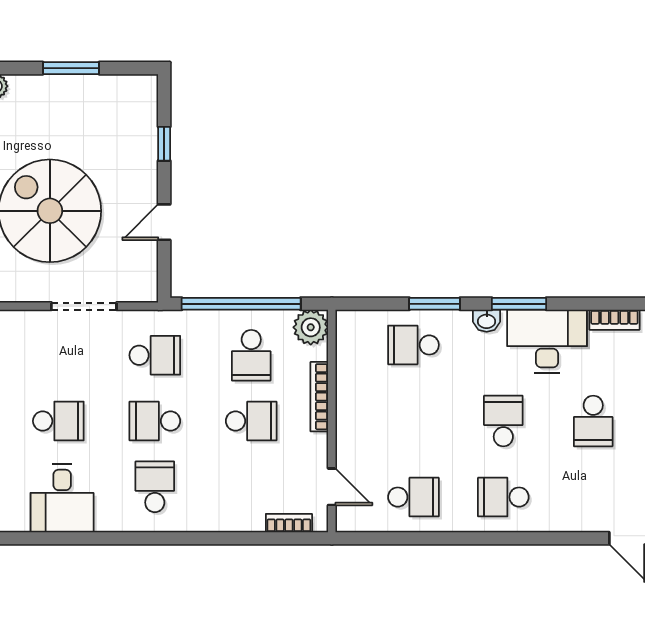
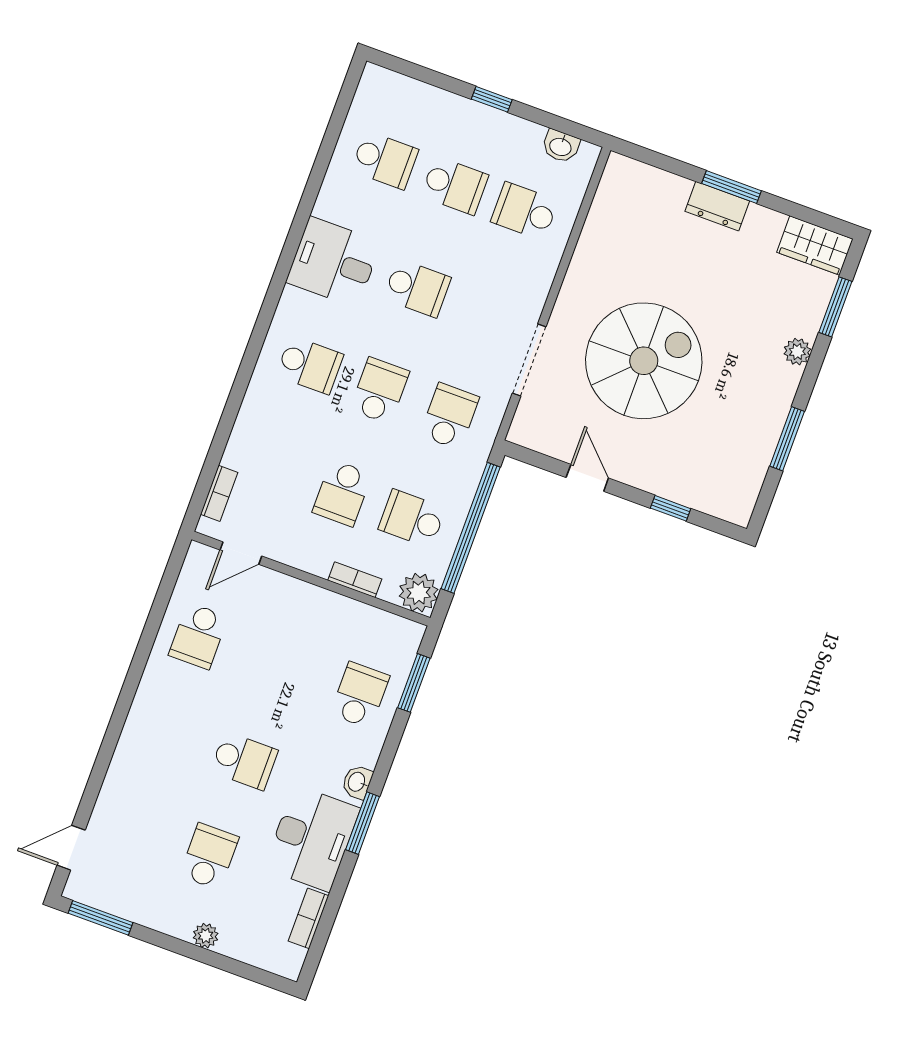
window: (435, 304) -> (414, 683), moved
school desk: (155, 355) -> (450, 416), turned 180
bookcase: (319, 397) -> (355, 580), width x0.64
school desk: (58, 421) -> (417, 288), turned -90
school desk: (593, 421) -> (209, 856), turned 90
school desk: (503, 497) -> (163, 731), removed

